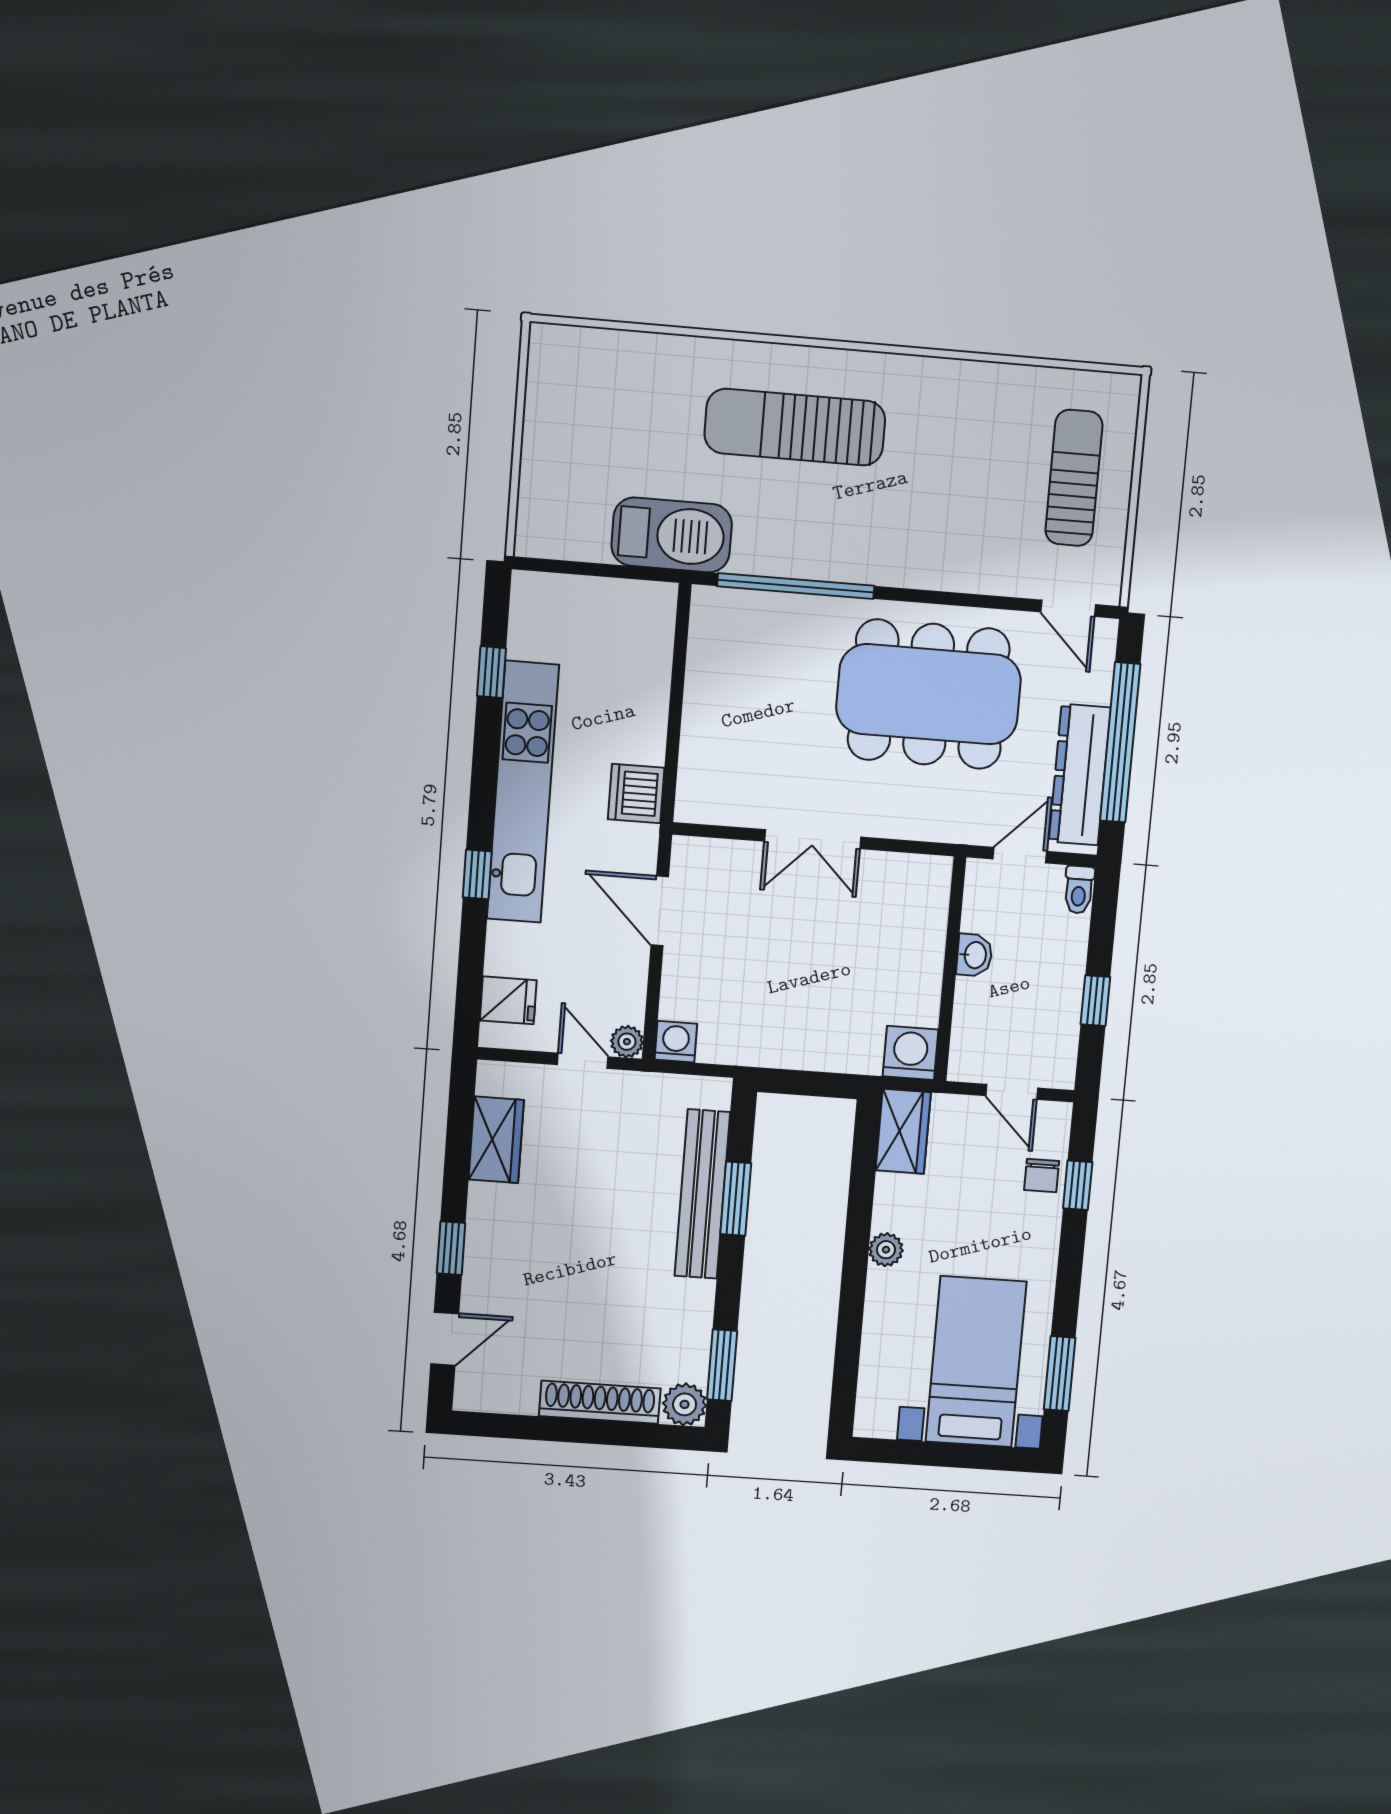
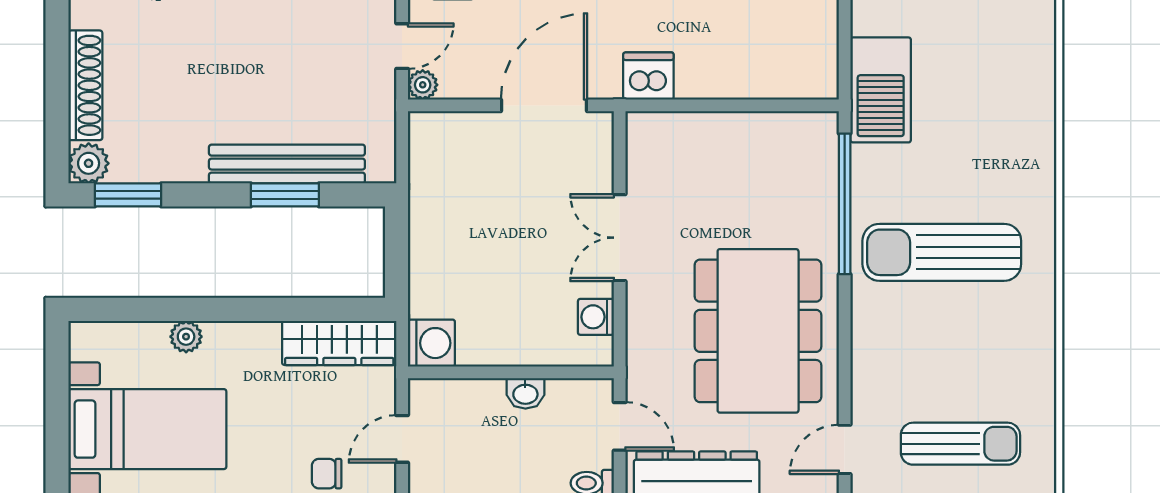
sun lounger: (795, 427) -> (942, 252), moved, turned -90
door: (660, 911) -> (544, 105), width x1.36
washing machine: (676, 1042) -> (596, 317), moved, turned 180
wardrobe: (903, 1131) -> (339, 343), width x1.50
plant: (886, 1250) -> (186, 337), moved

